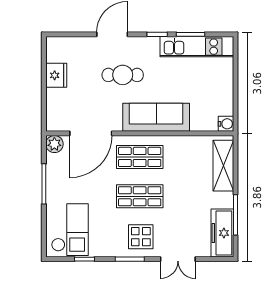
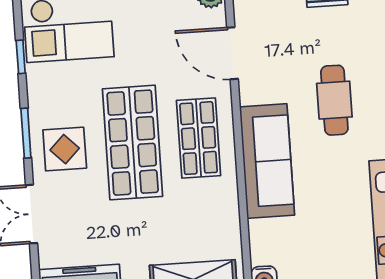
door: (91, 133) -> (232, 53), width x0.73
shop shelf: (140, 196) -> (133, 143), width x1.43, depth x1.36

